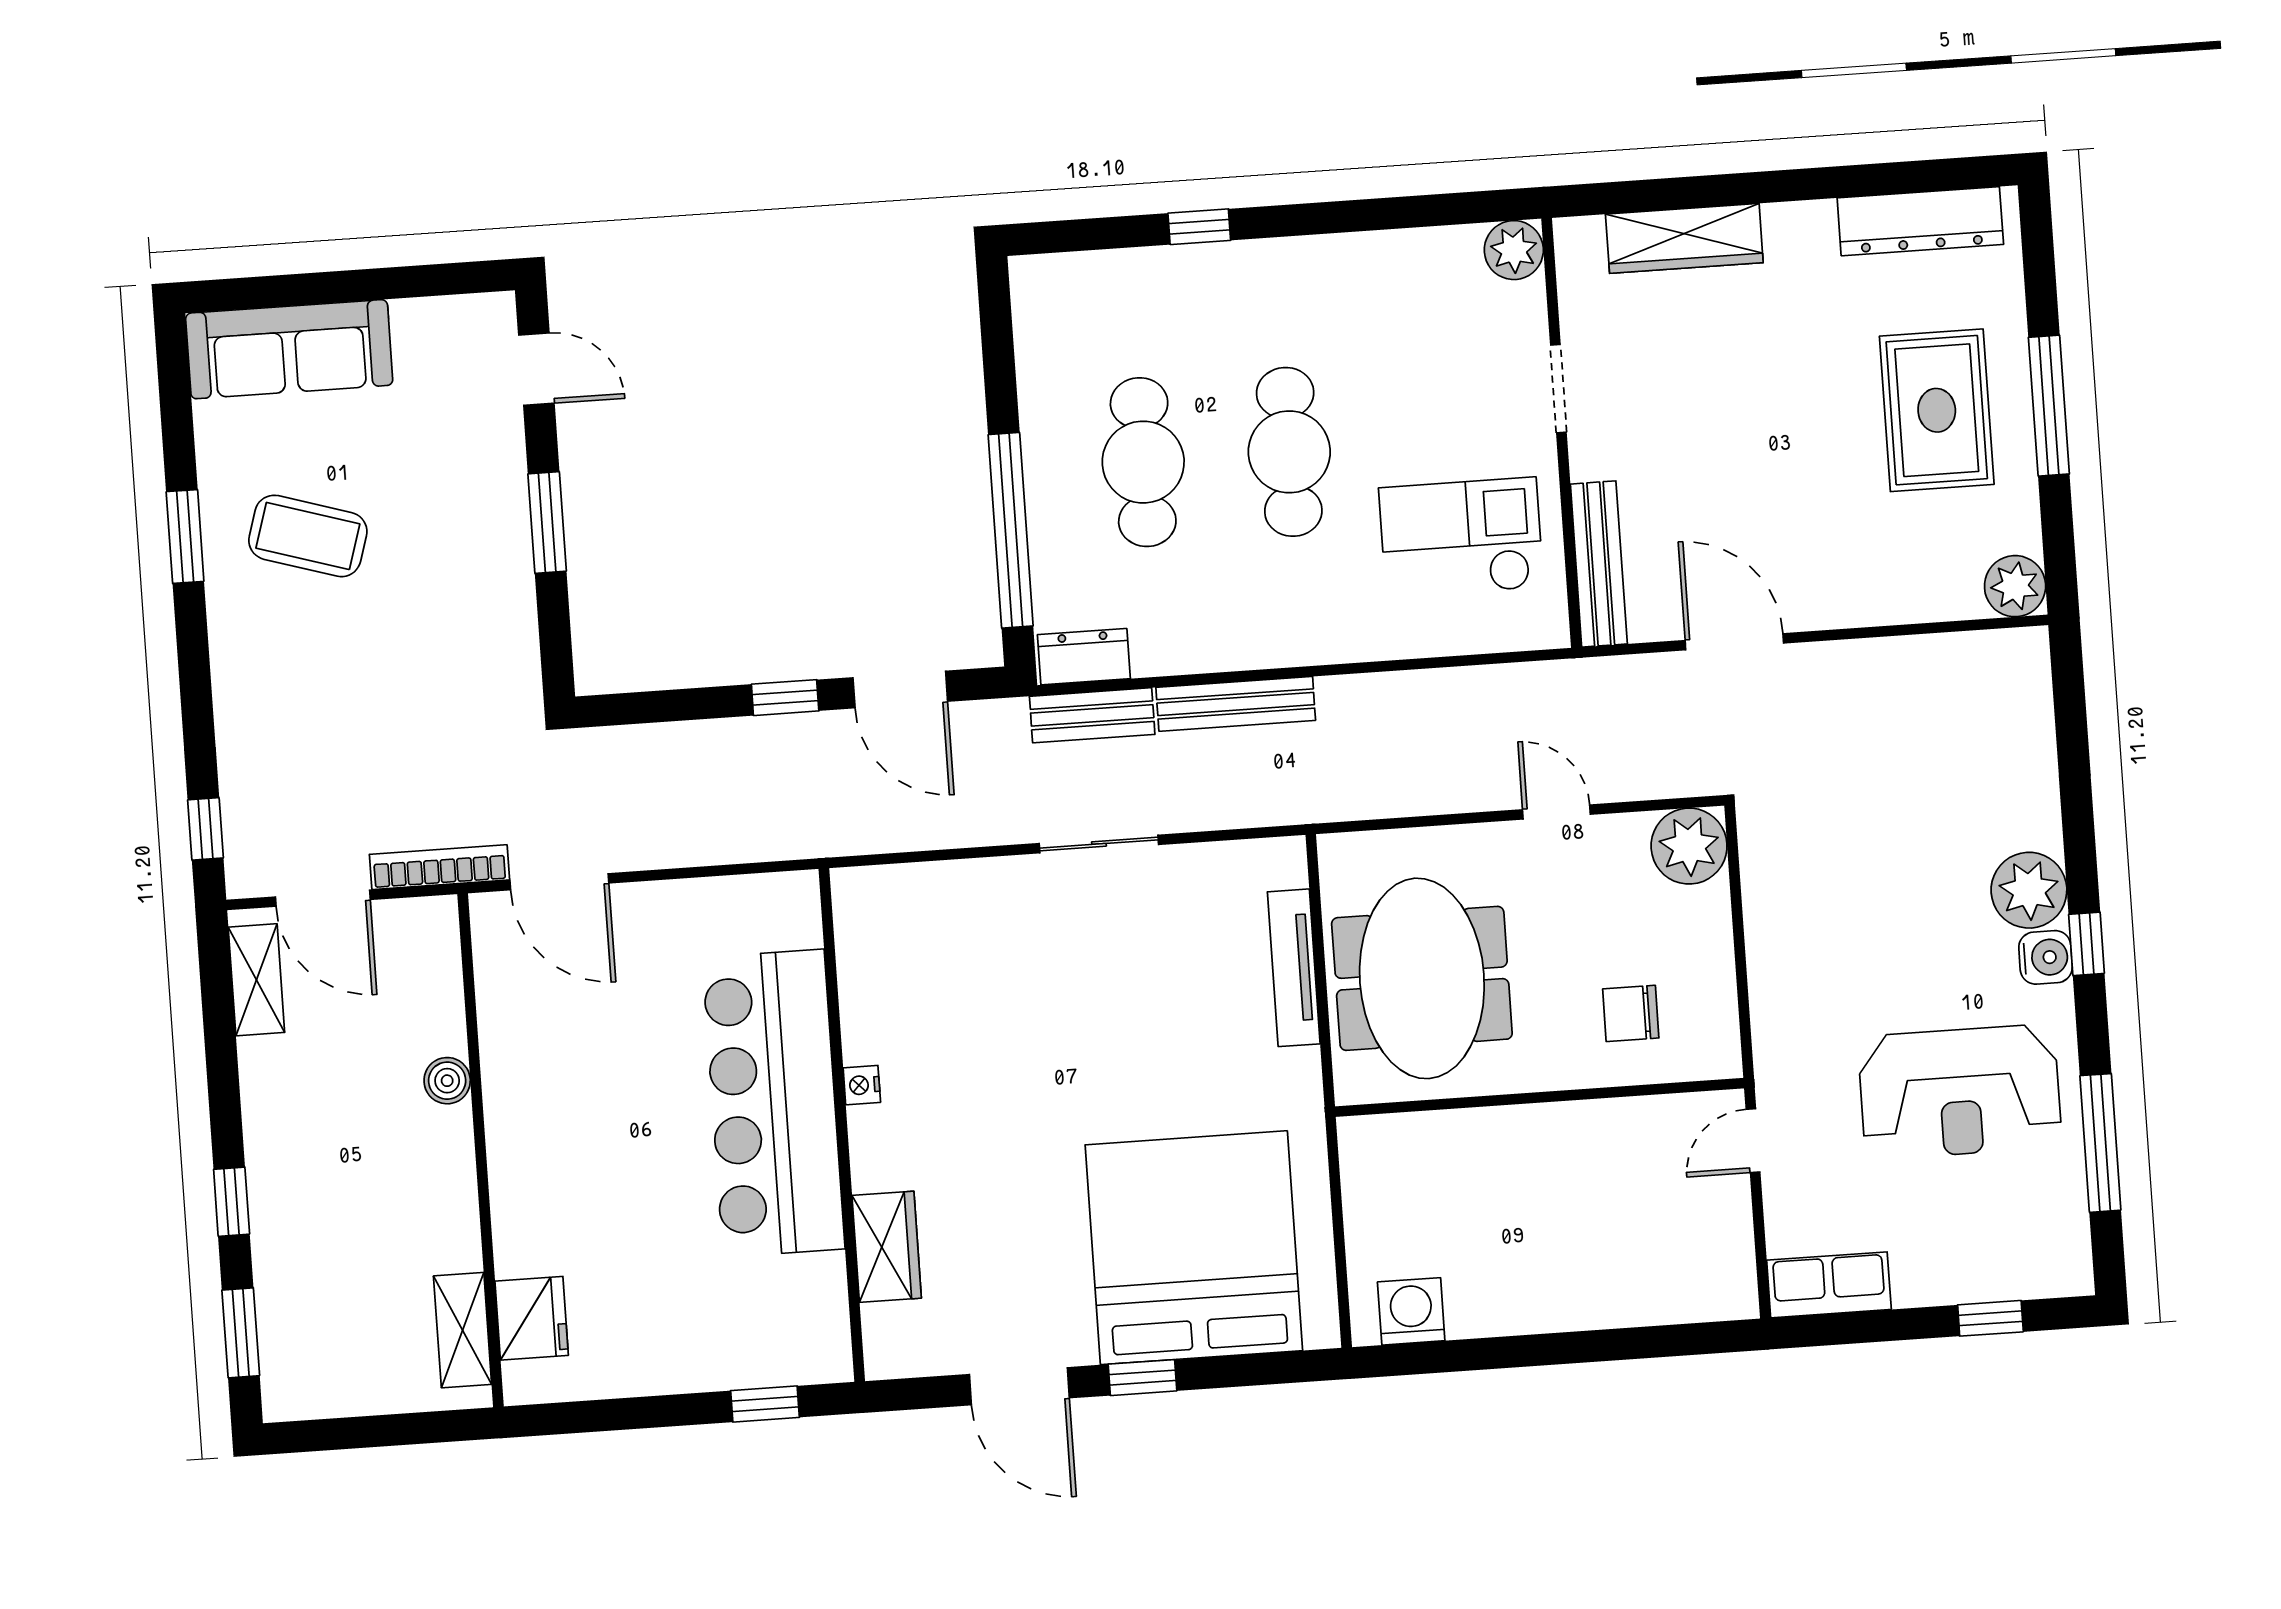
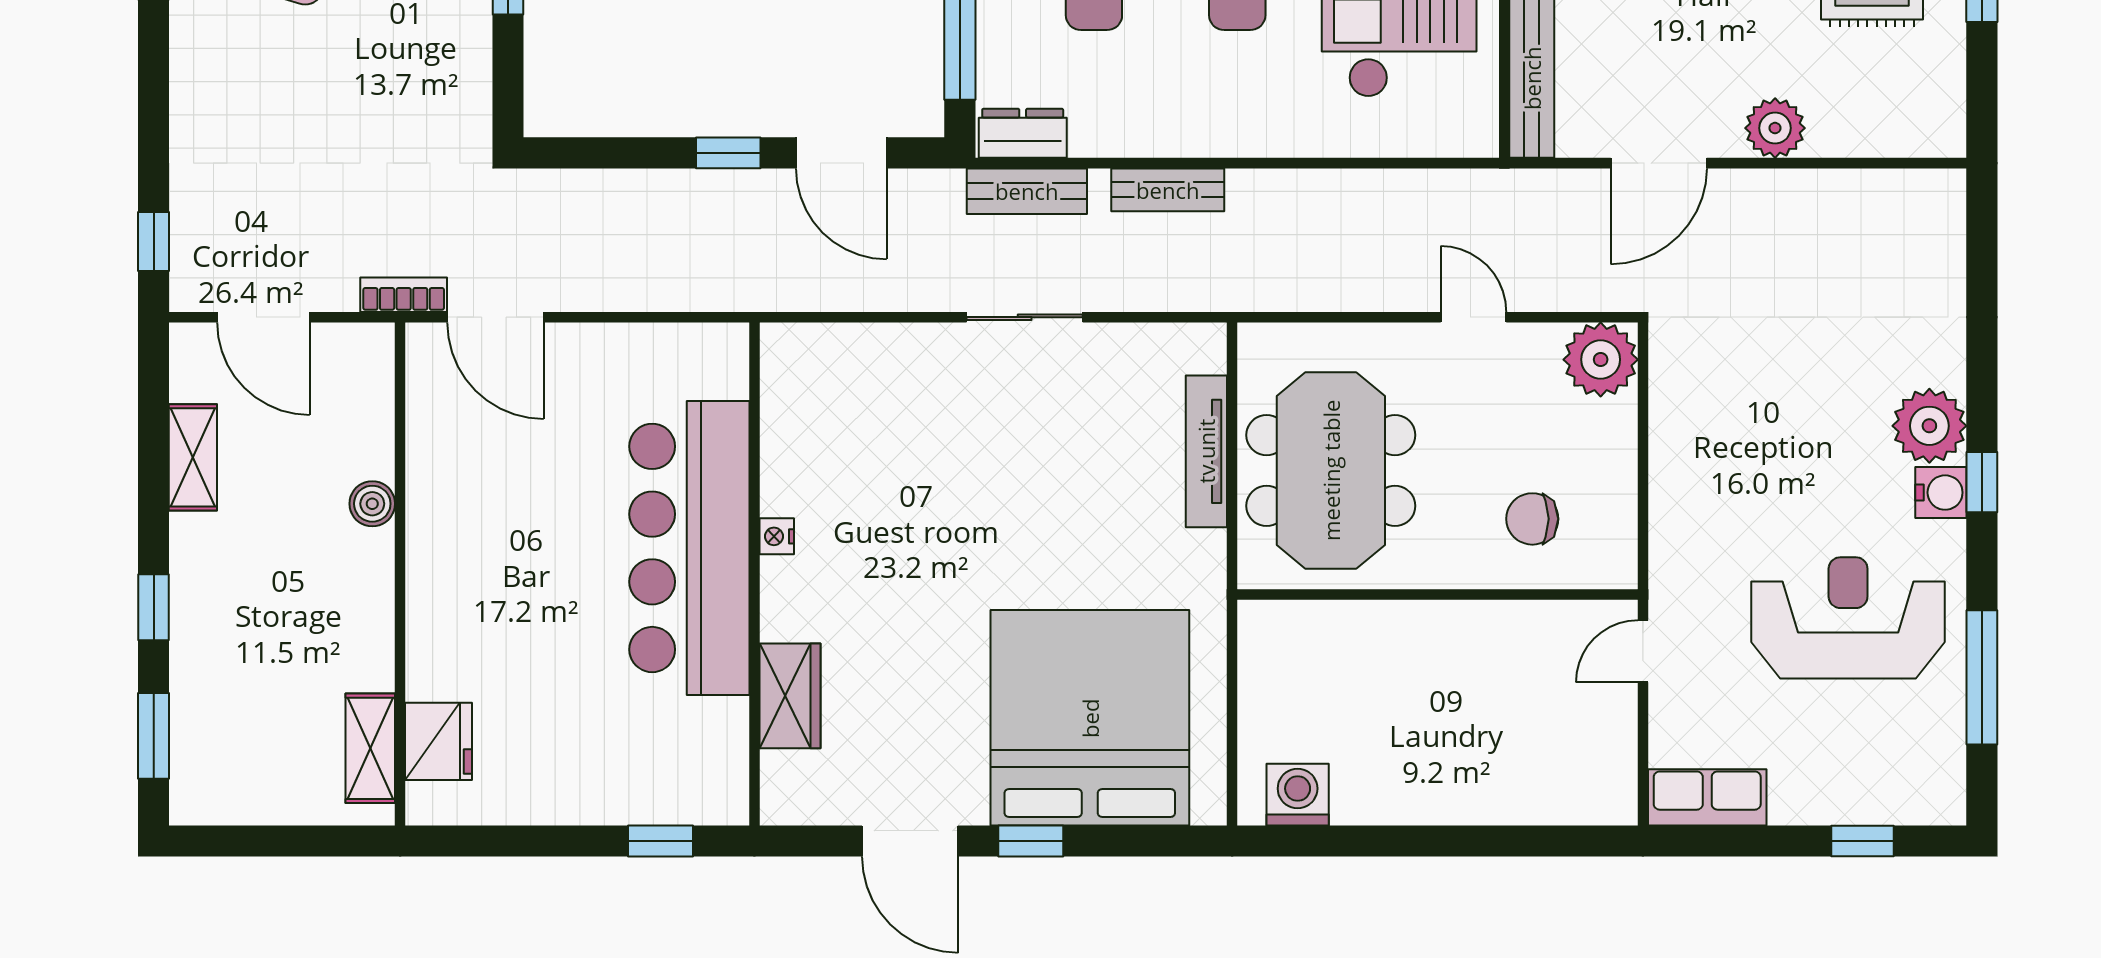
plant: (2015, 586) -> (1775, 128), moved
door: (1734, 642) -> (1659, 163), swing flipped
bench: (1236, 704) -> (1168, 190), width x0.73
bookcase: (439, 867) -> (404, 295), width x0.64
shelving: (256, 980) -> (193, 457), moved
reception desk: (1960, 1092) -> (1848, 618), turned 180

